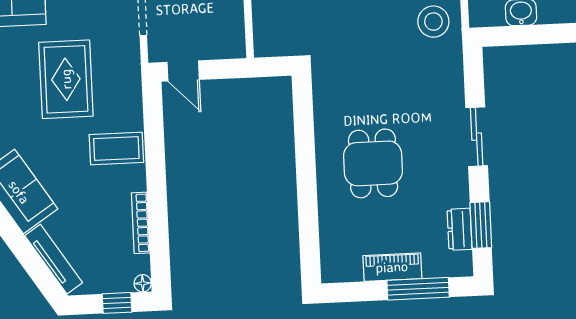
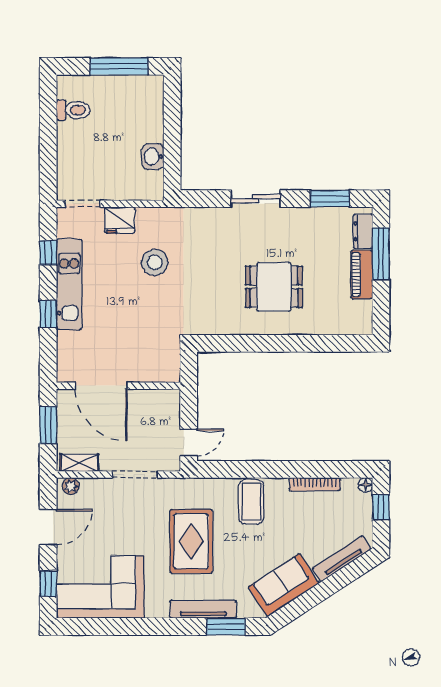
stool: (433, 22) -> (155, 262), moved
rug: (66, 79) -> (191, 541), turned 90
dresser: (460, 229) -> (363, 231), moved, turned 90

